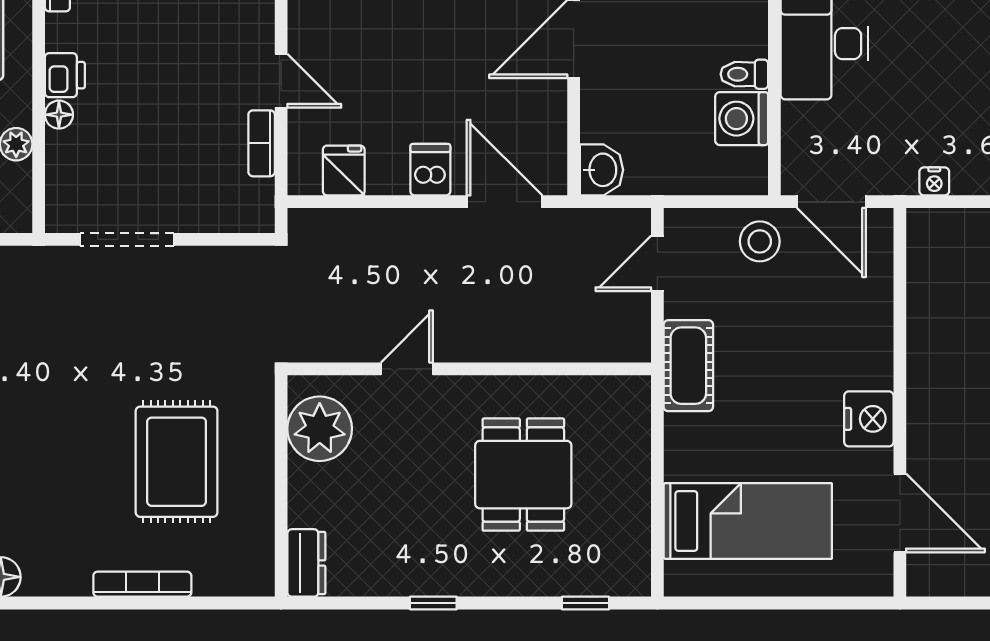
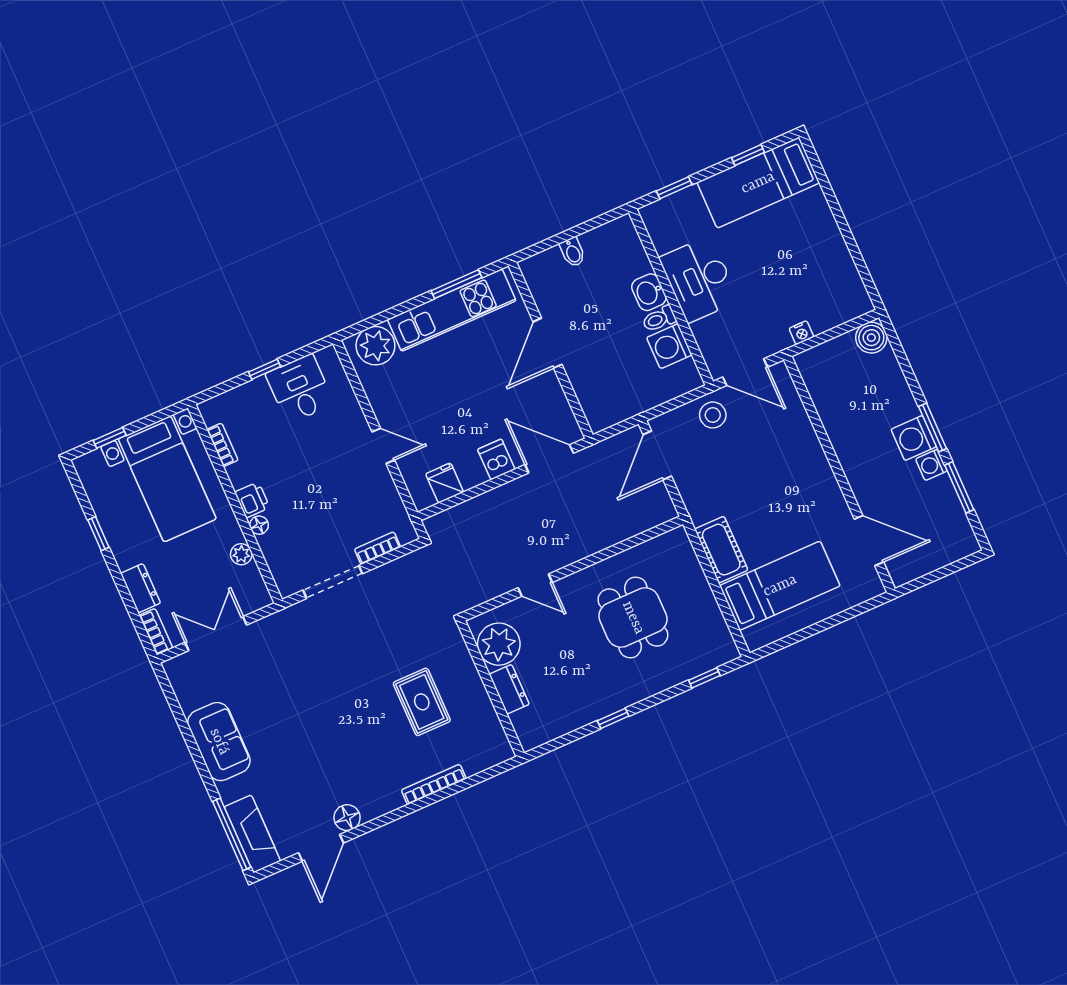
bookcase: (262, 143) -> (377, 548), moved, turned 90
washbasin: (602, 170) -> (649, 292), moved, turned 180
door: (657, 263) -> (657, 455), width x1.38
cot: (688, 366) -> (721, 550), moved
door: (407, 369) -> (535, 585), swing flipped
nightstand: (869, 419) -> (825, 492), removed
rug: (177, 462) -> (422, 702), width x0.73, depth x0.70
dresser: (306, 563) -> (509, 689), moved

